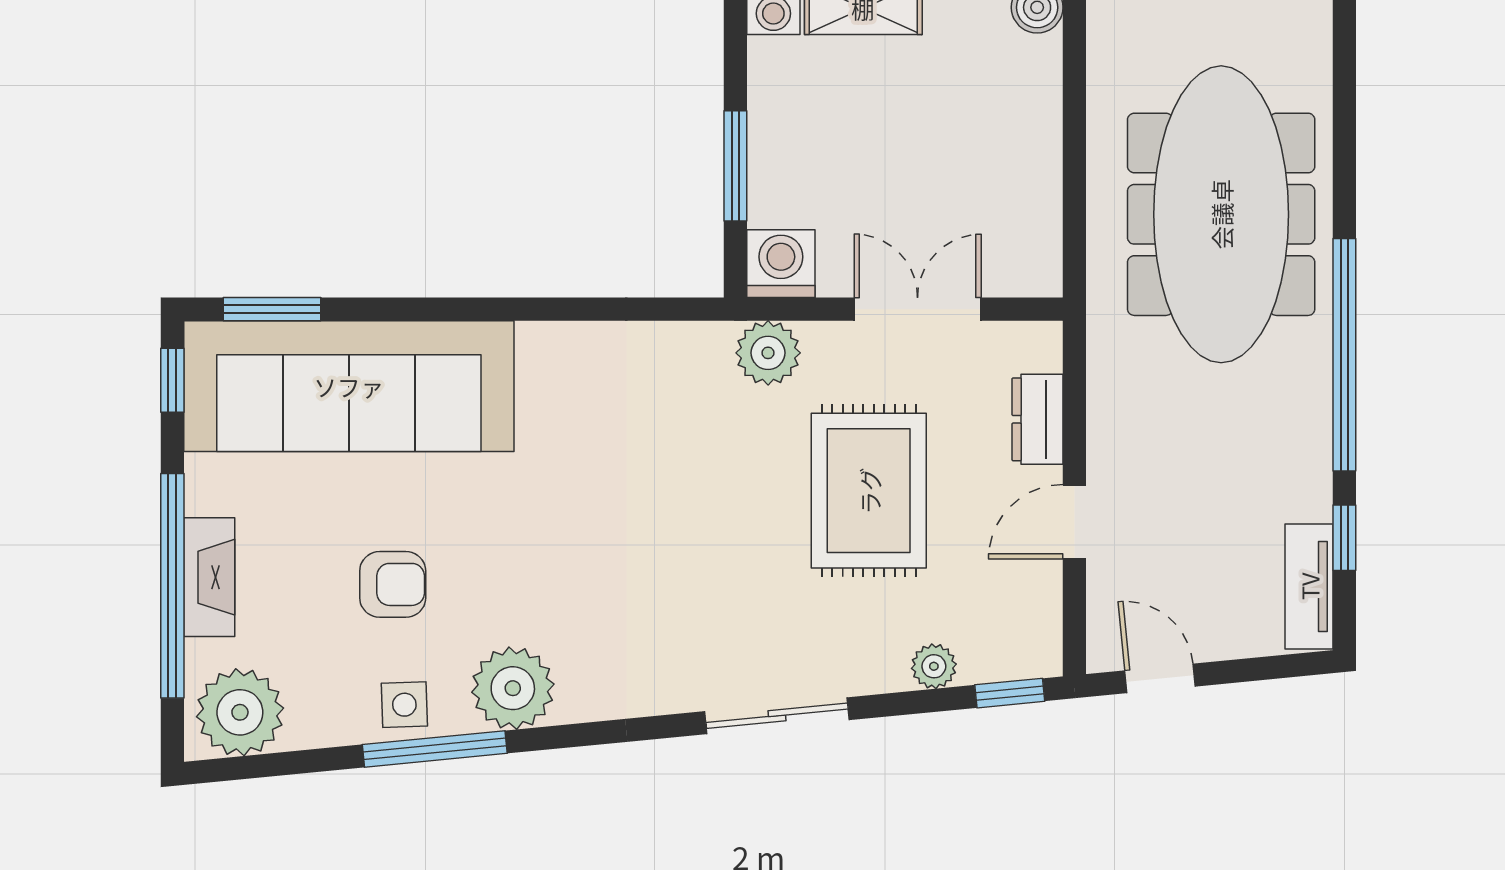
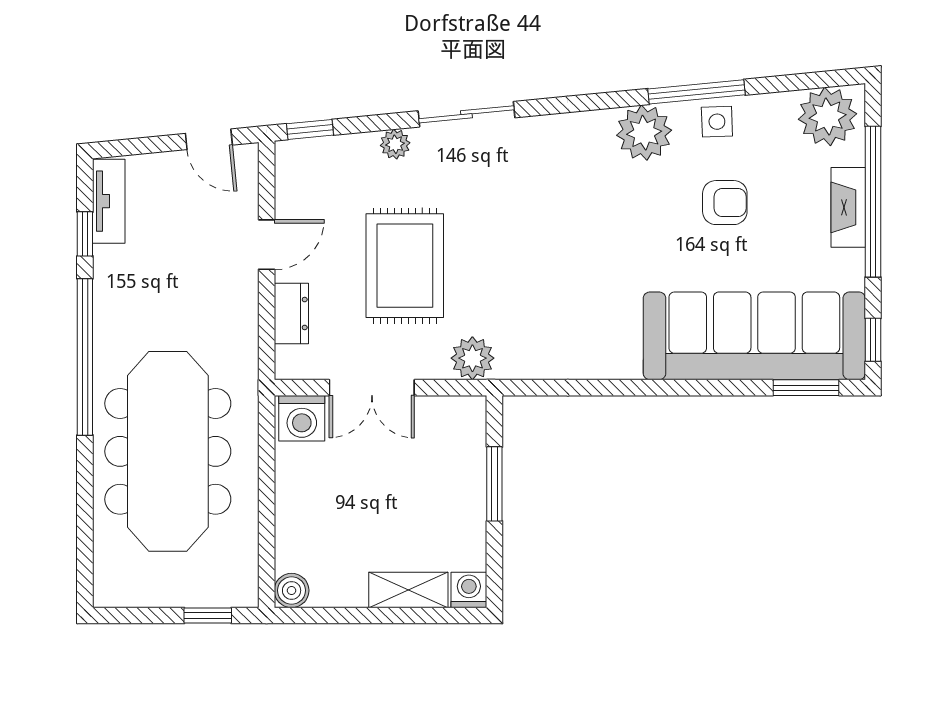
washing machine: (781, 264) -> (302, 418), moved
armchair: (393, 584) -> (725, 203), turned 180
plant: (934, 666) -> (395, 144), moved

